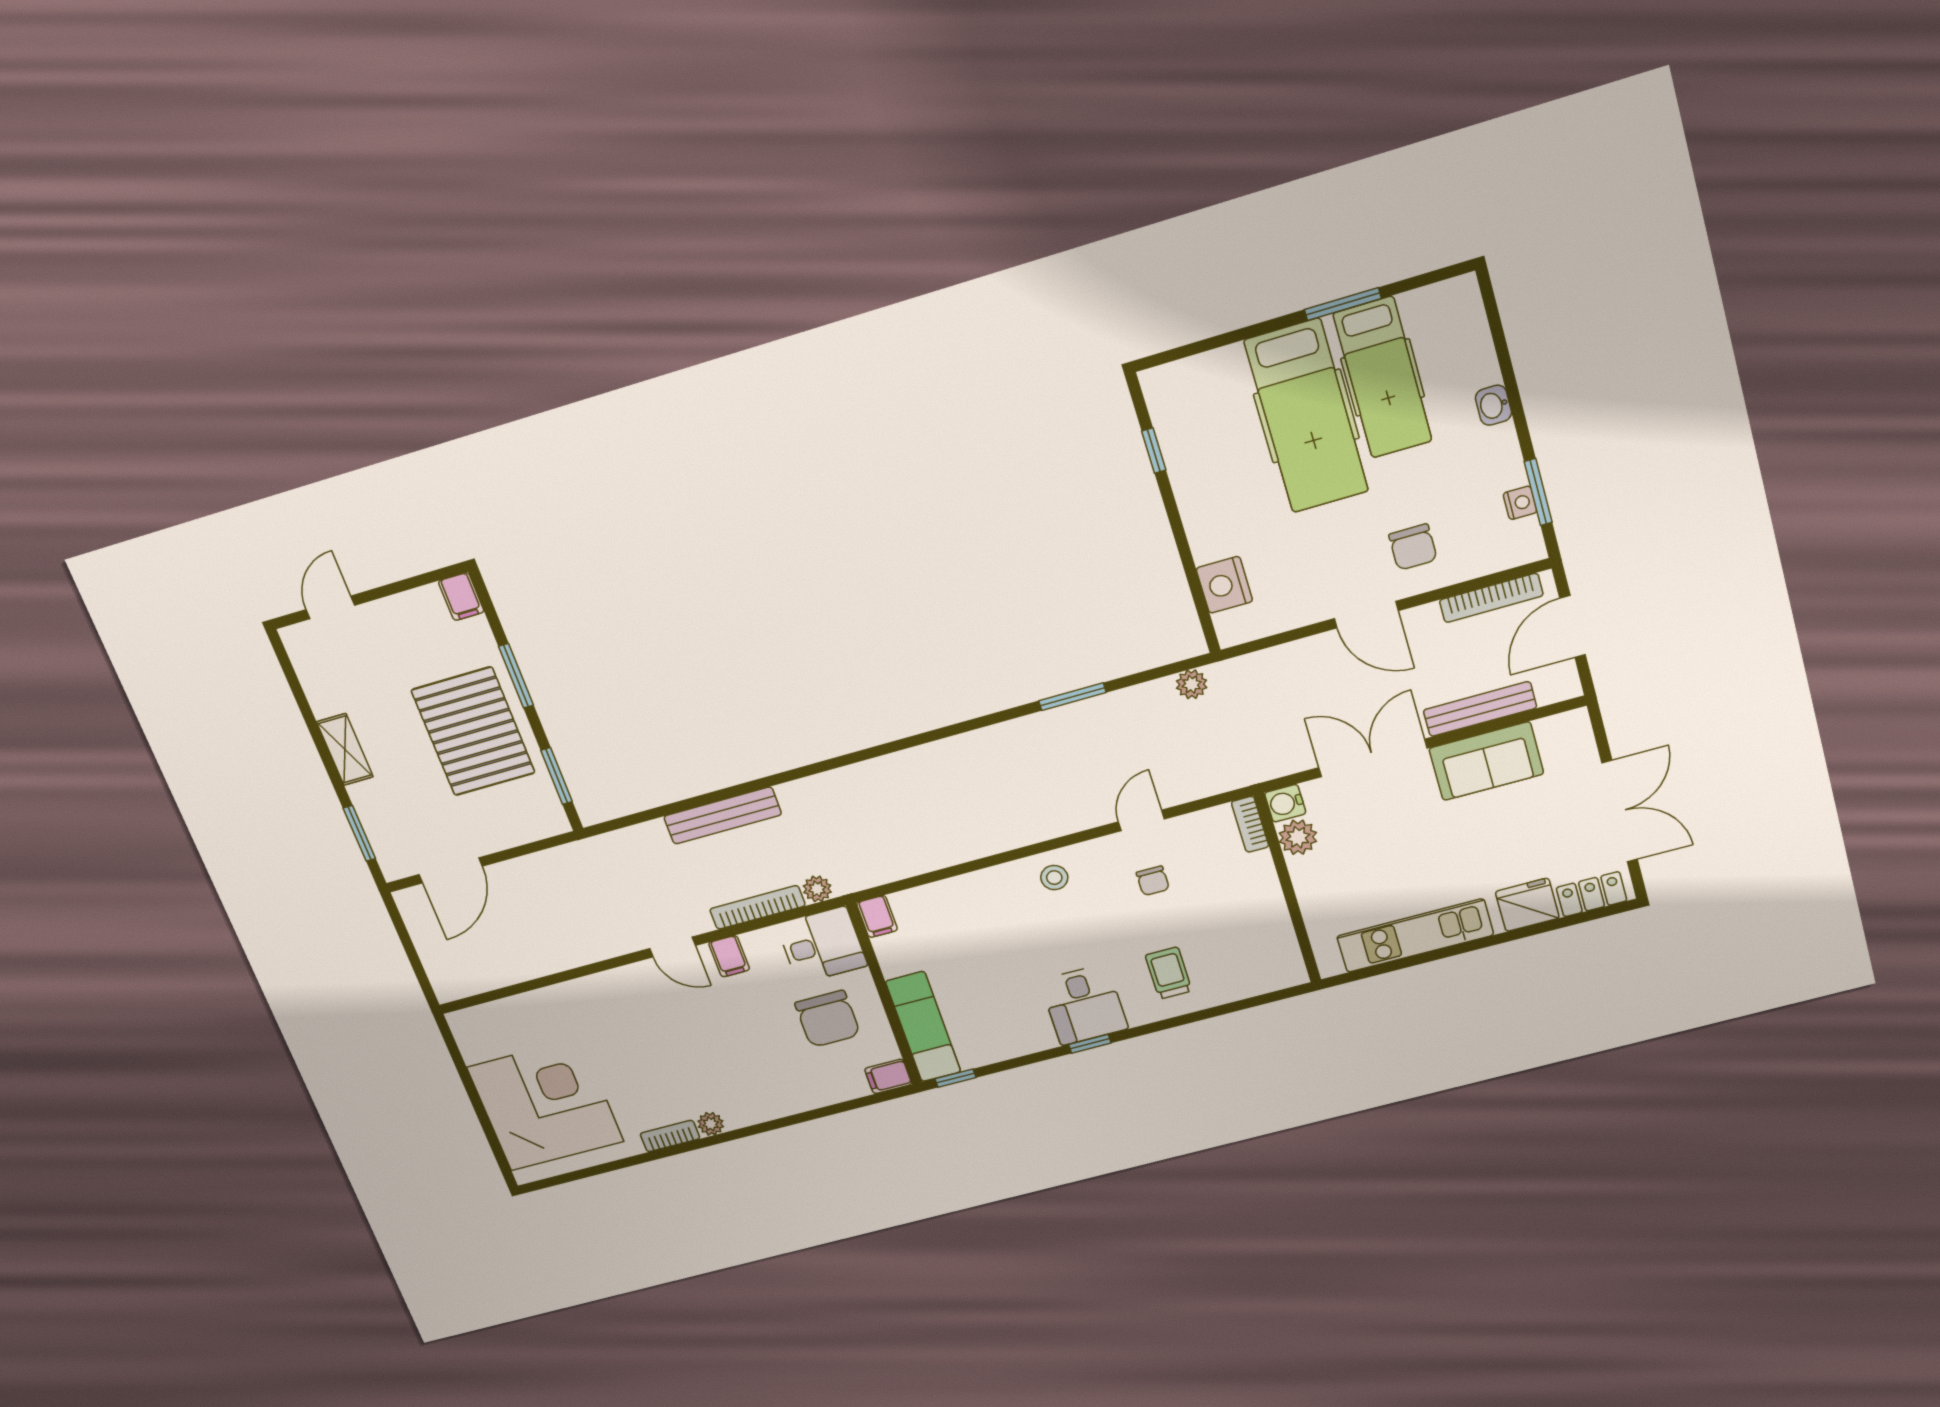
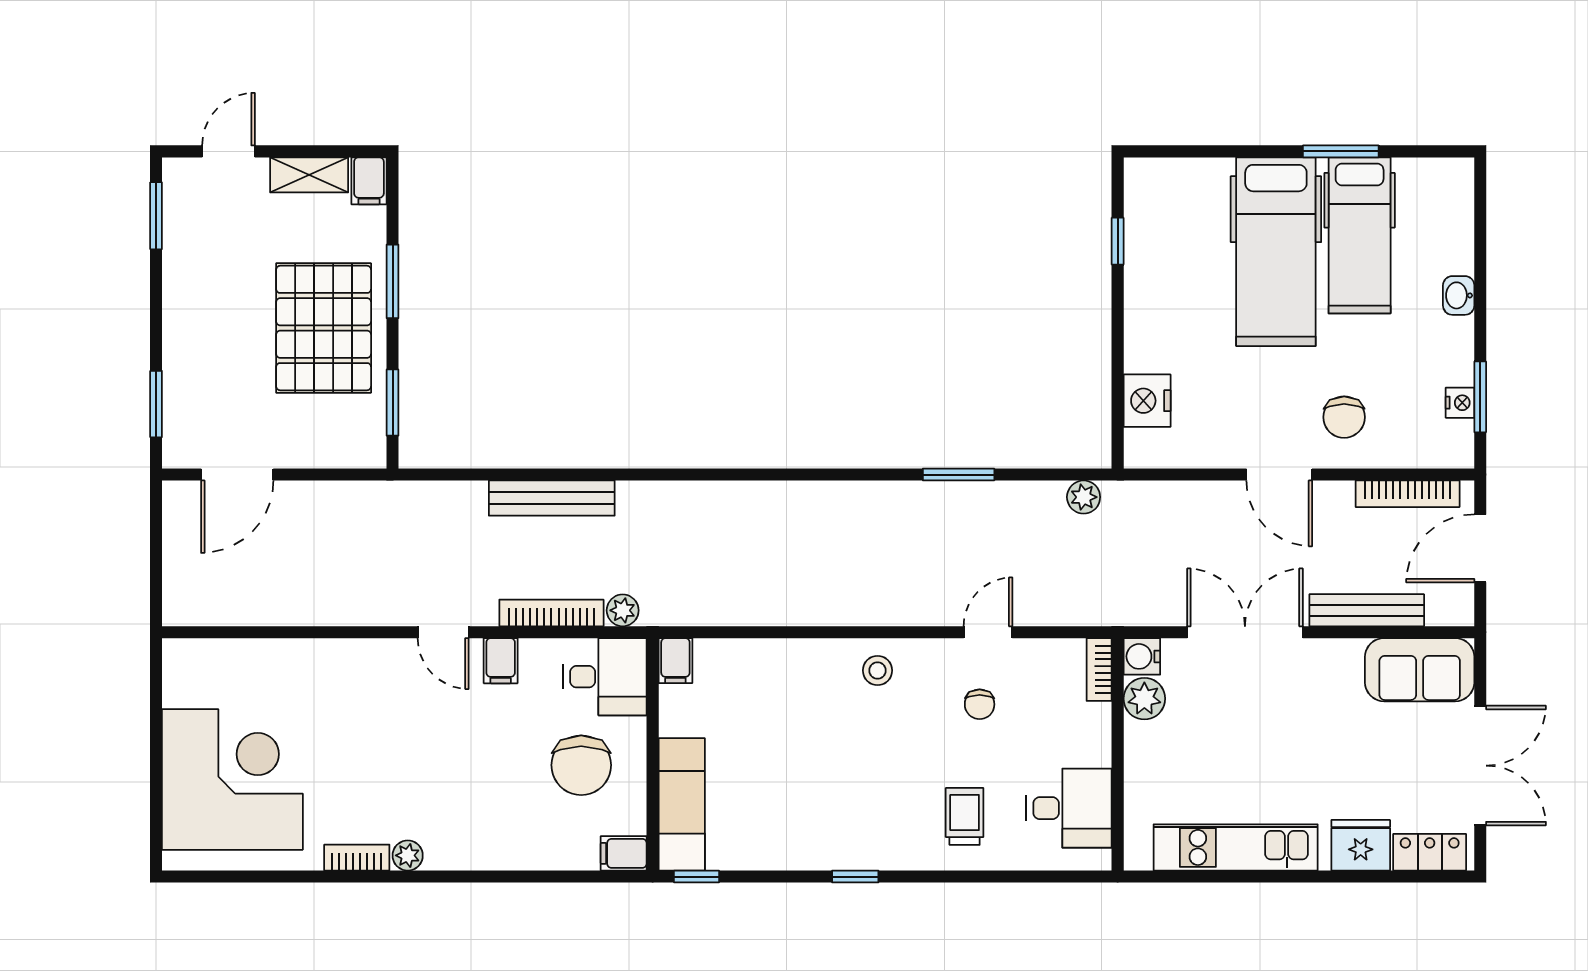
window: (293, 680) -> (156, 216), added
shelving: (345, 749) -> (309, 175), moved, turned 90
sofa: (1486, 761) -> (1420, 670), moved
desk: (1084, 1005) -> (1069, 808), moved, turned -90

